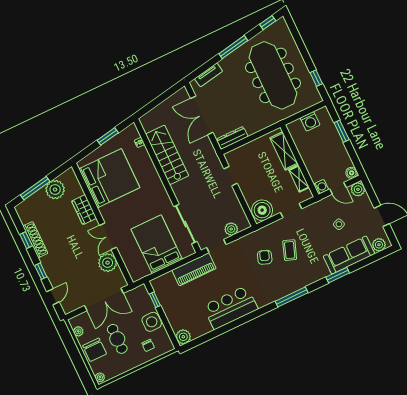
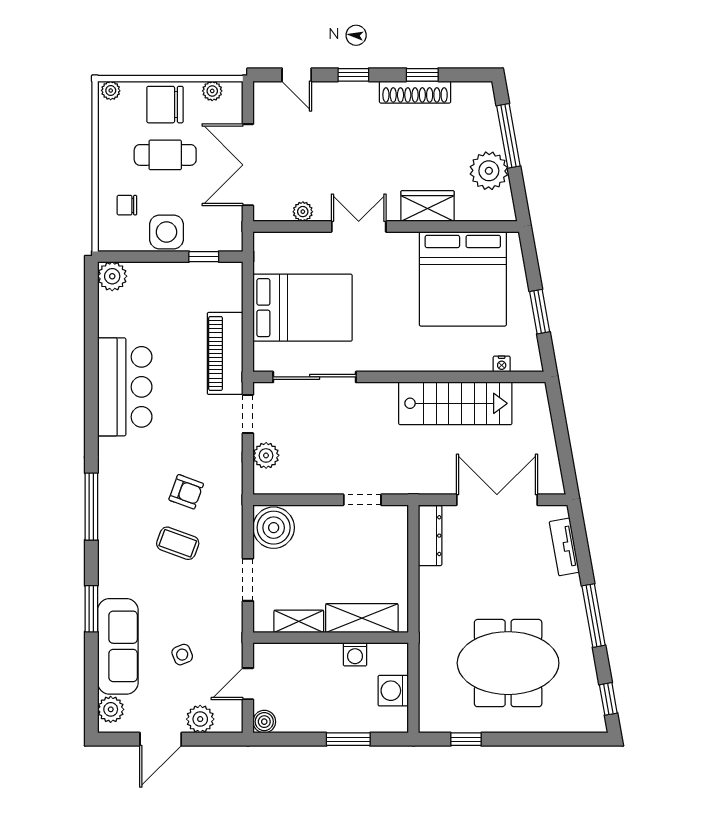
meeting table: (273, 75) -> (508, 663), width x0.73
washing machine: (321, 187) -> (355, 654), moved
plant: (358, 189) -> (200, 719), moved
plant: (108, 263) -> (303, 212), width x0.53, depth x0.53

